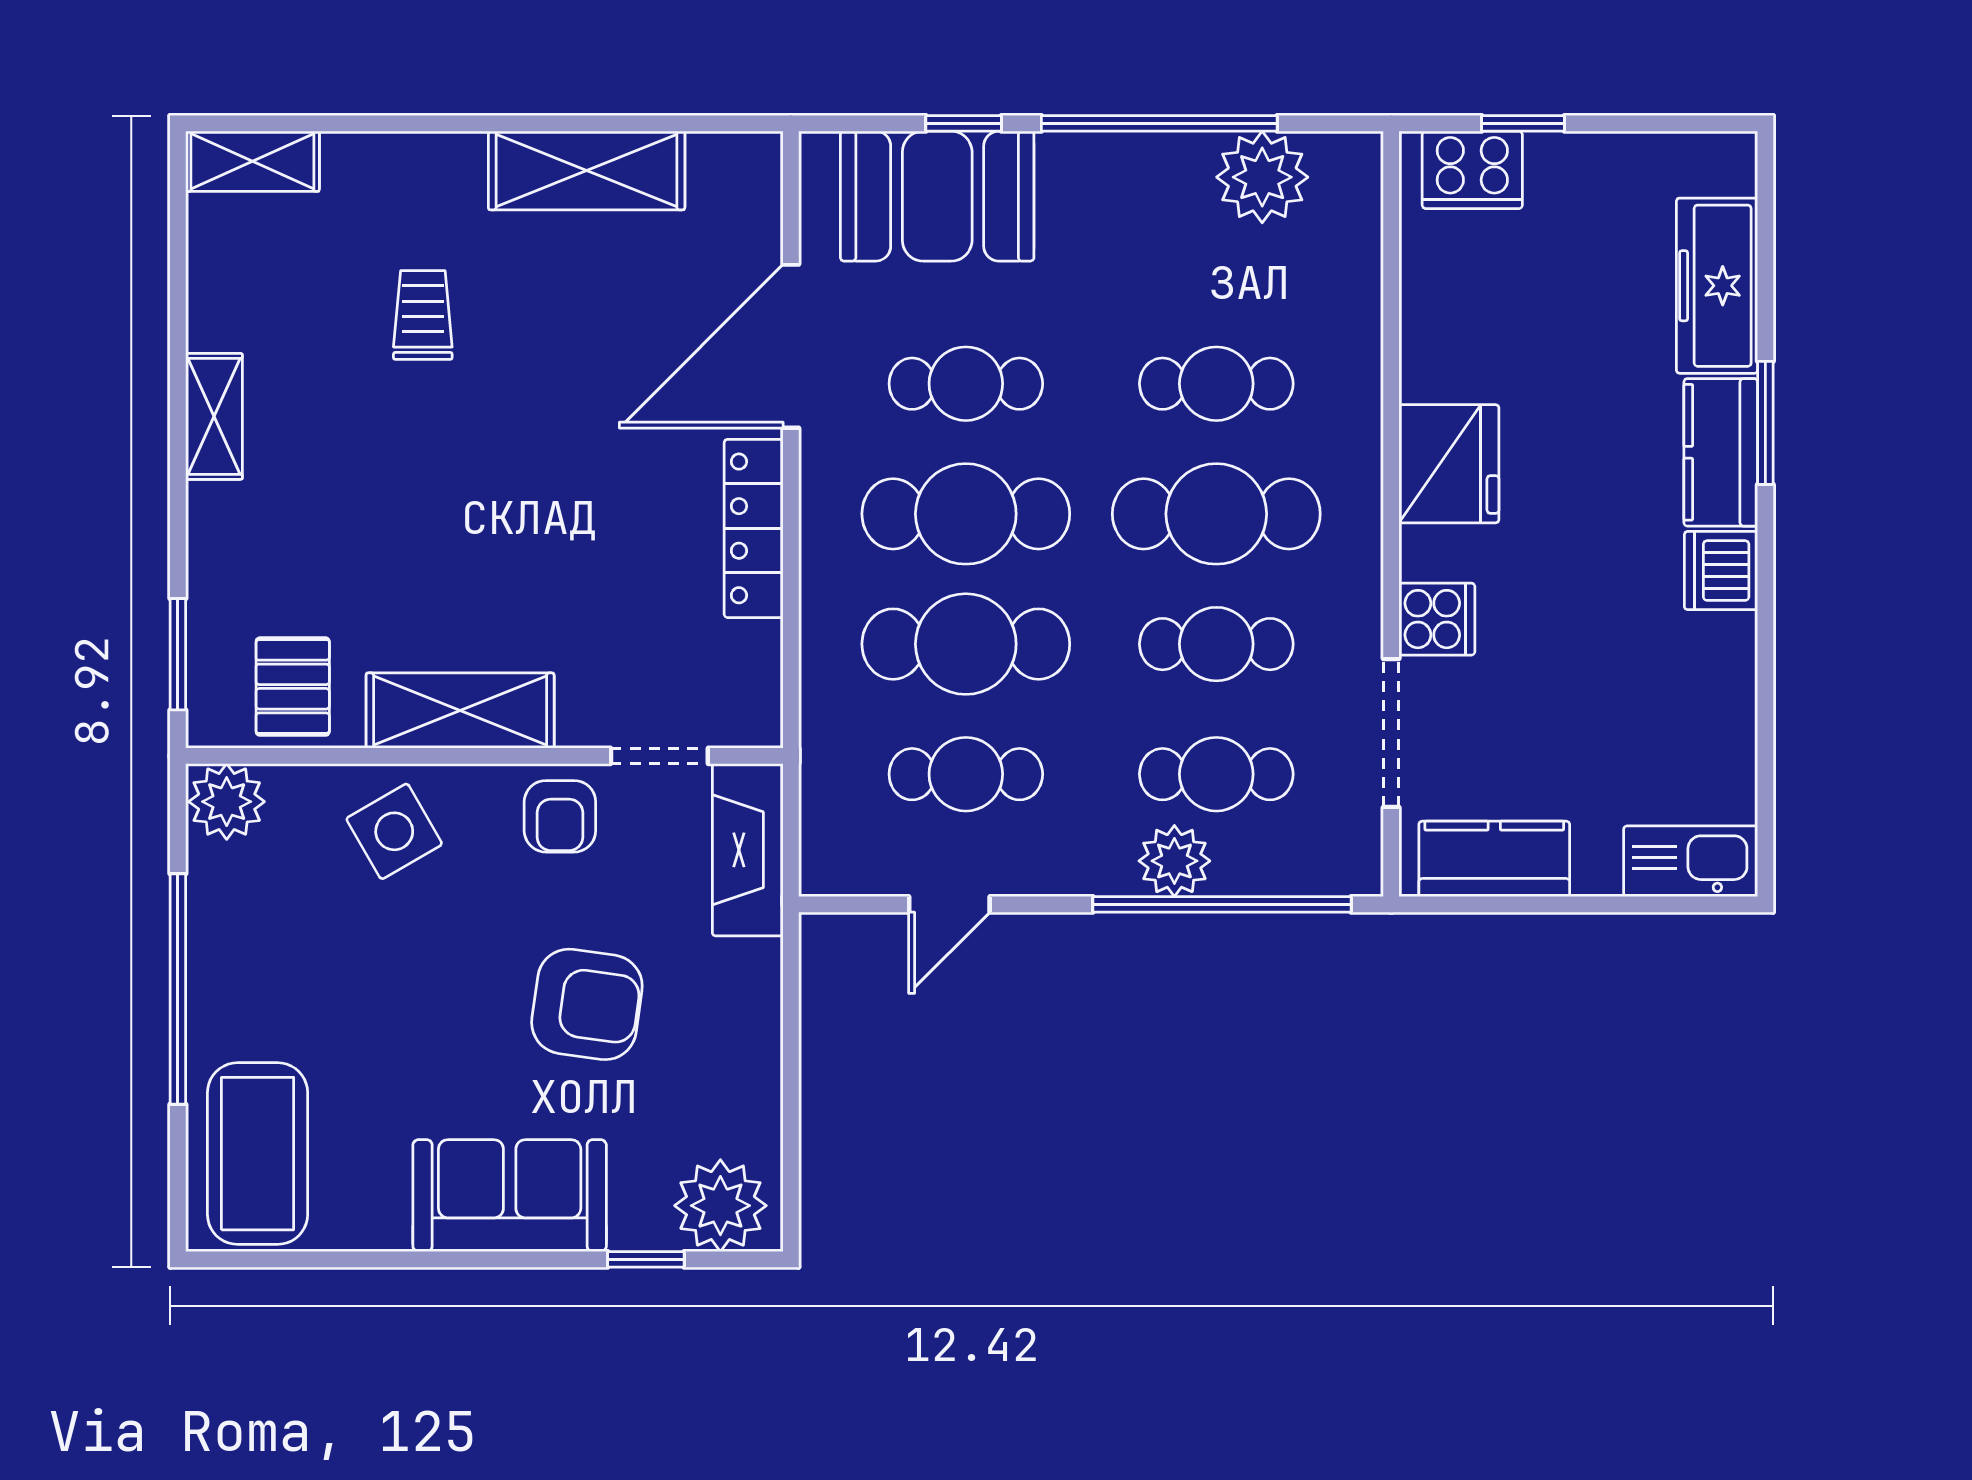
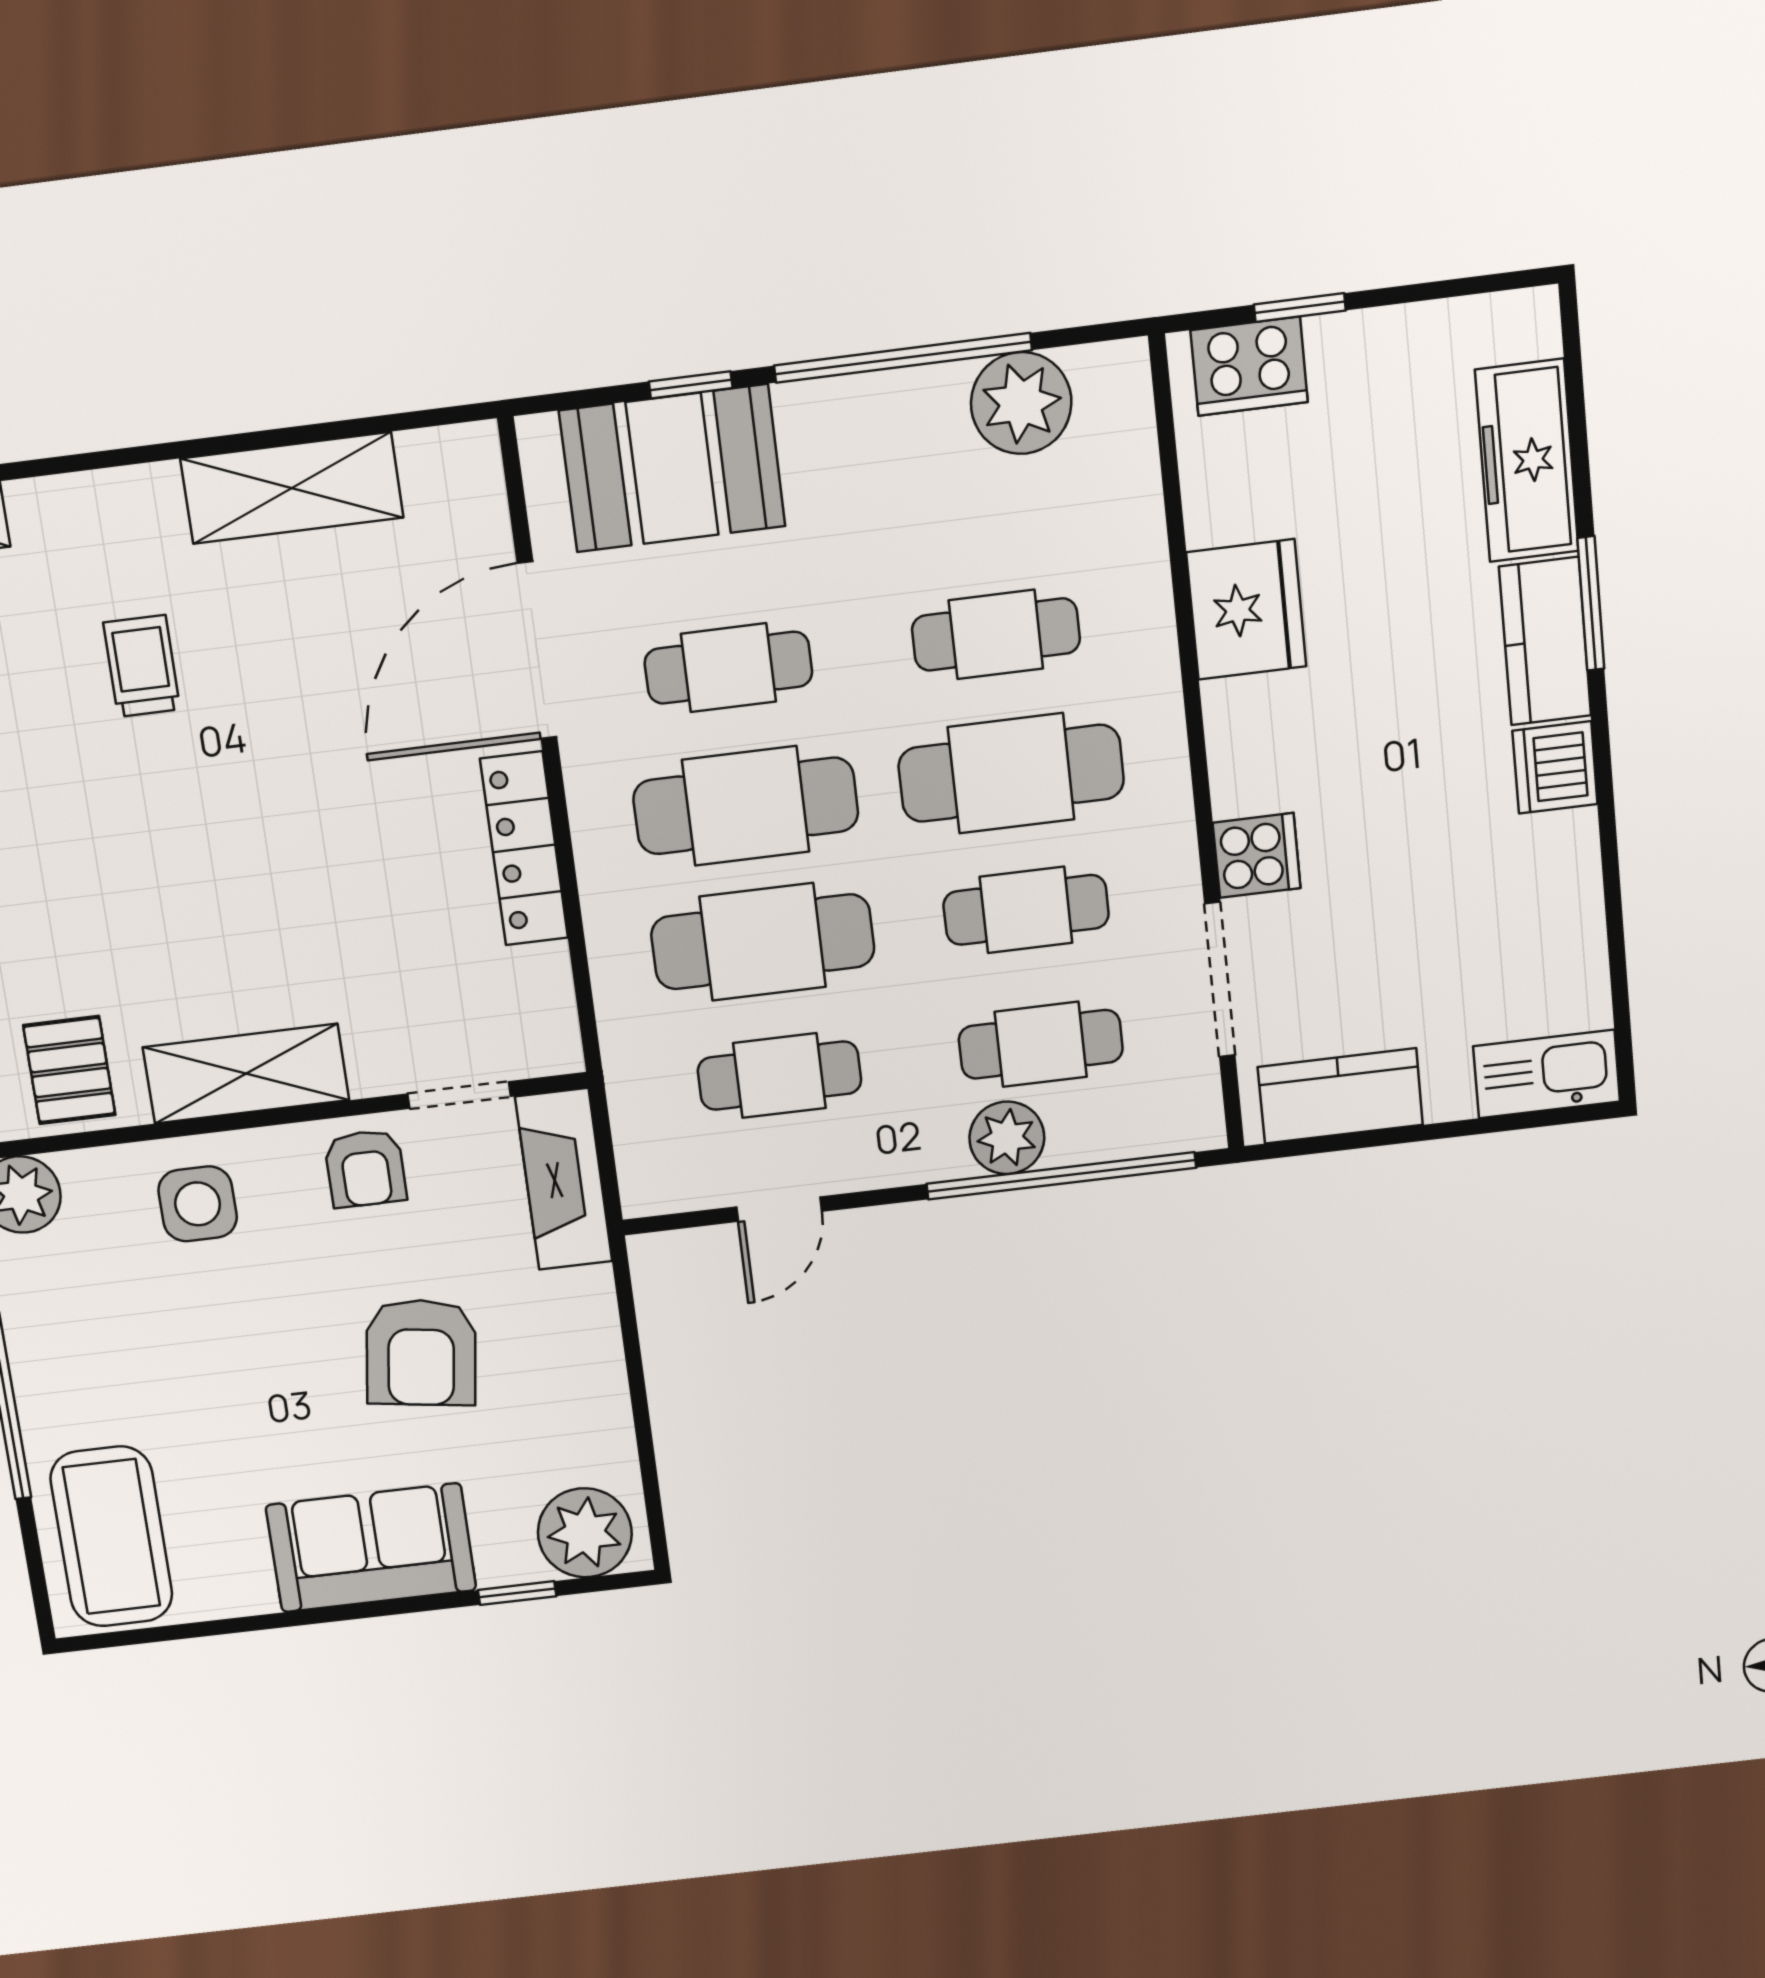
fridge: (1449, 464) -> (1246, 609), moved
side table: (394, 831) -> (198, 1204), turned 30
armchair: (587, 1004) -> (421, 1353), turned 90

